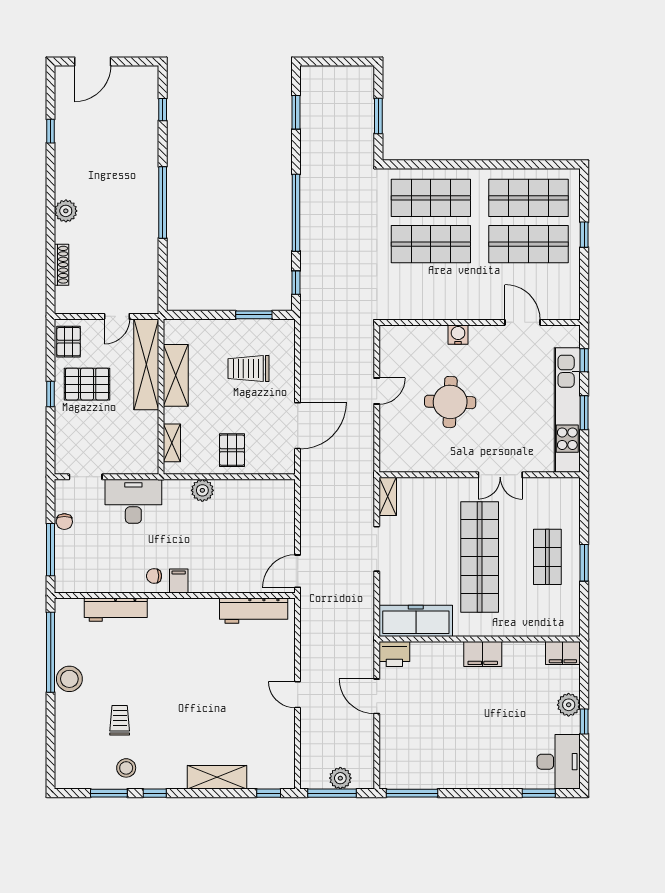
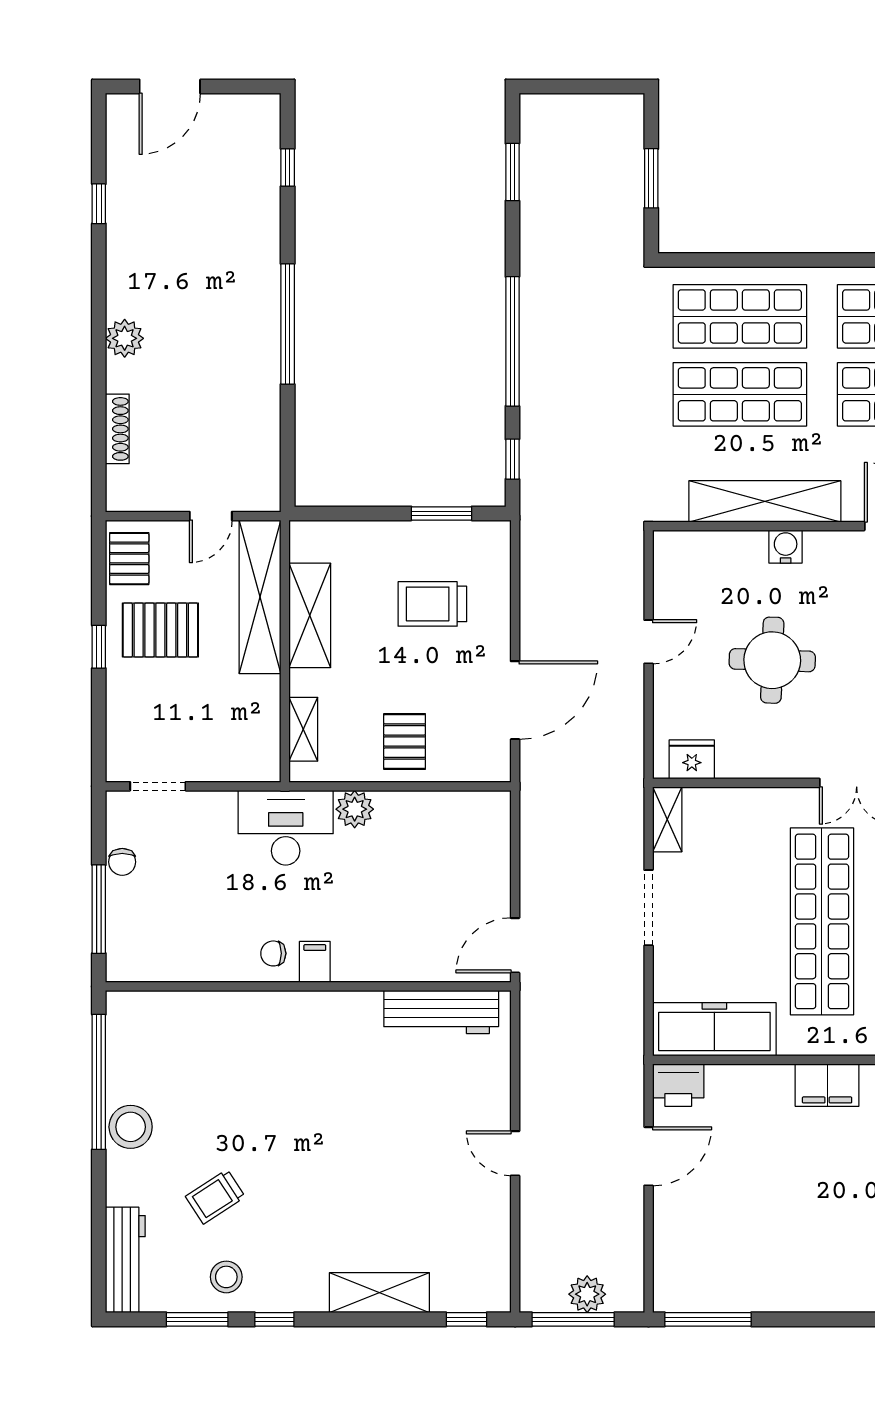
shelving: (446, 308) -> (765, 501), added
fridge: (402, 461) -> (692, 759), added
desk: (133, 501) -> (286, 828), moved
workbench: (116, 610) -> (125, 1260), moved, turned -90
door: (377, 696) -> (649, 1156), swing flipped
trolley: (120, 720) -> (215, 1197), turned -123

